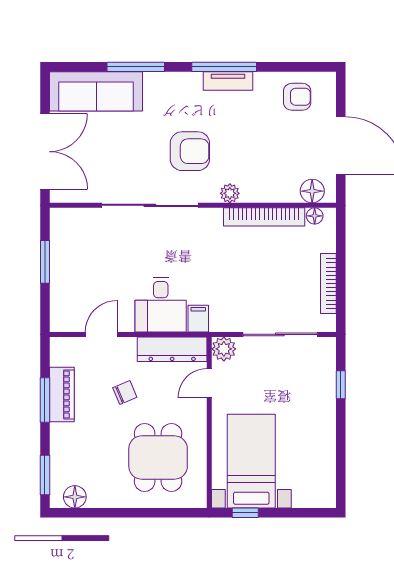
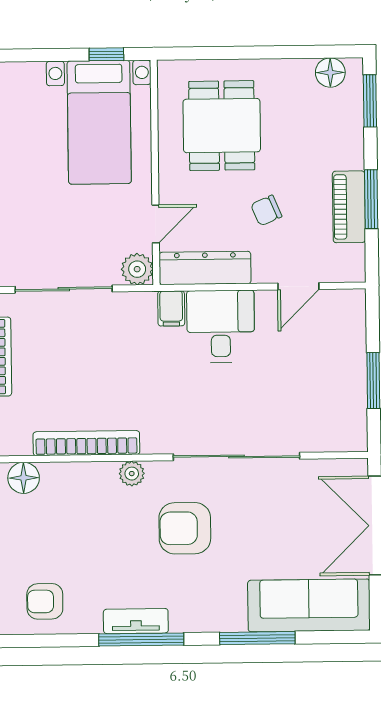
floor lamp: (315, 216) -> (20, 445), removed

